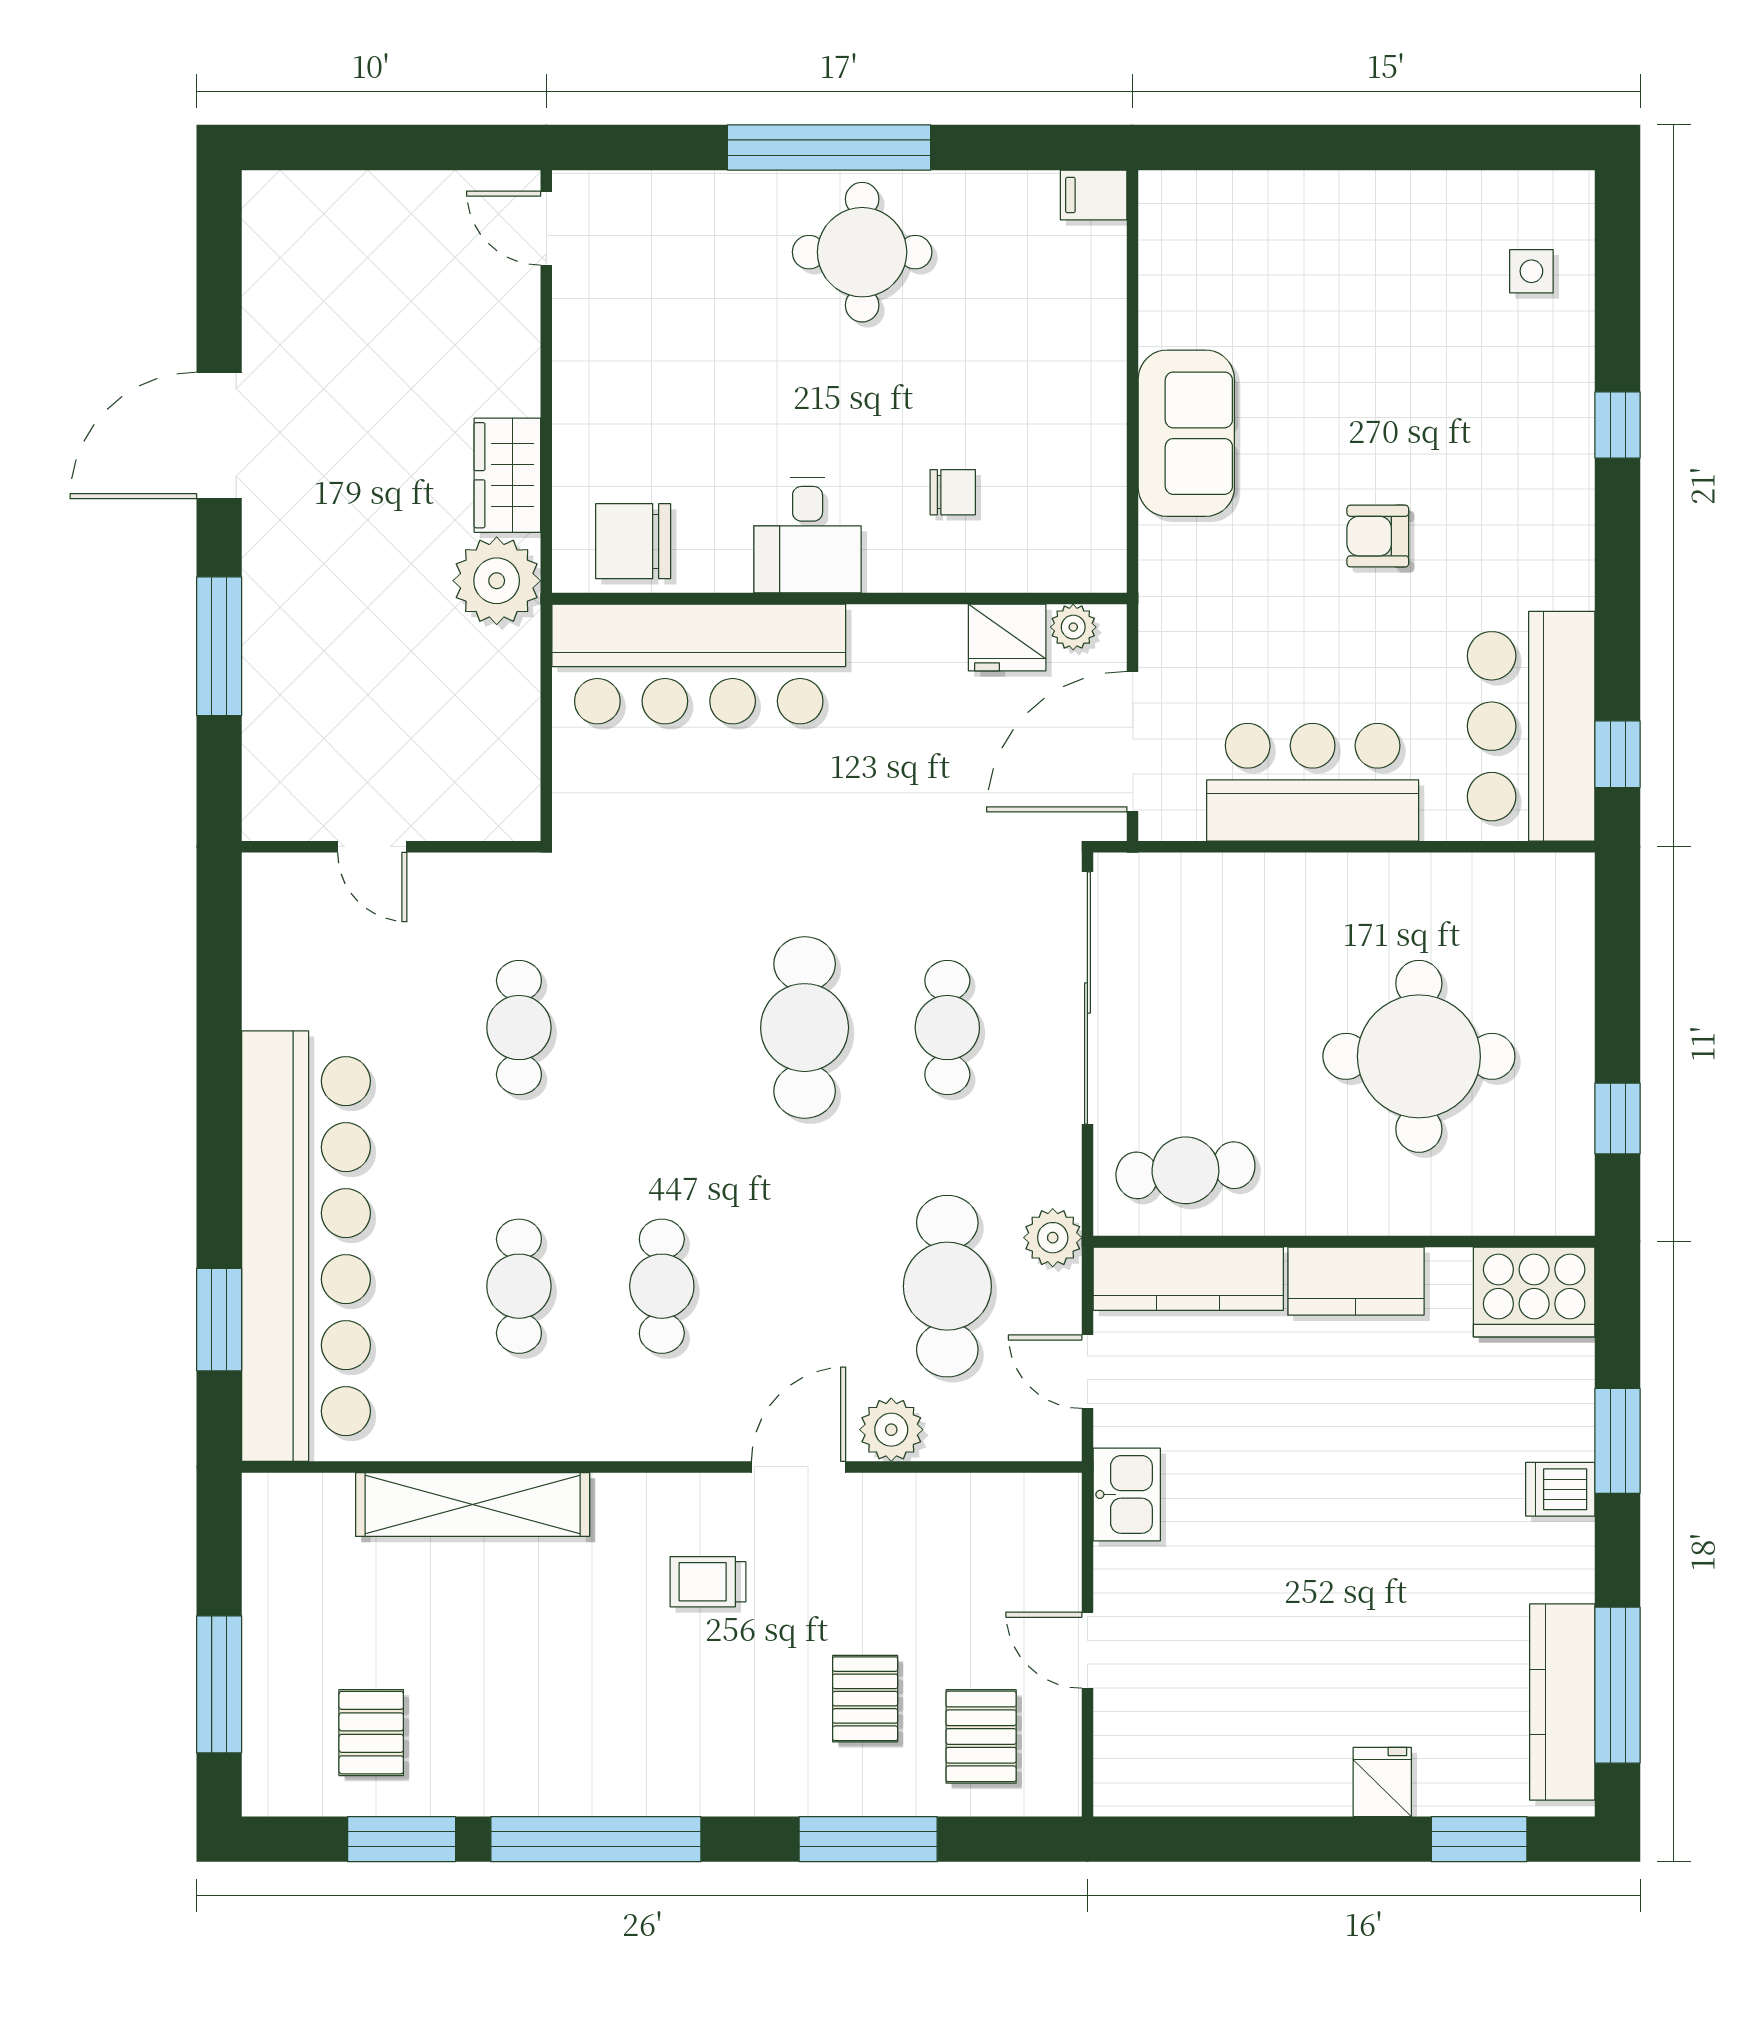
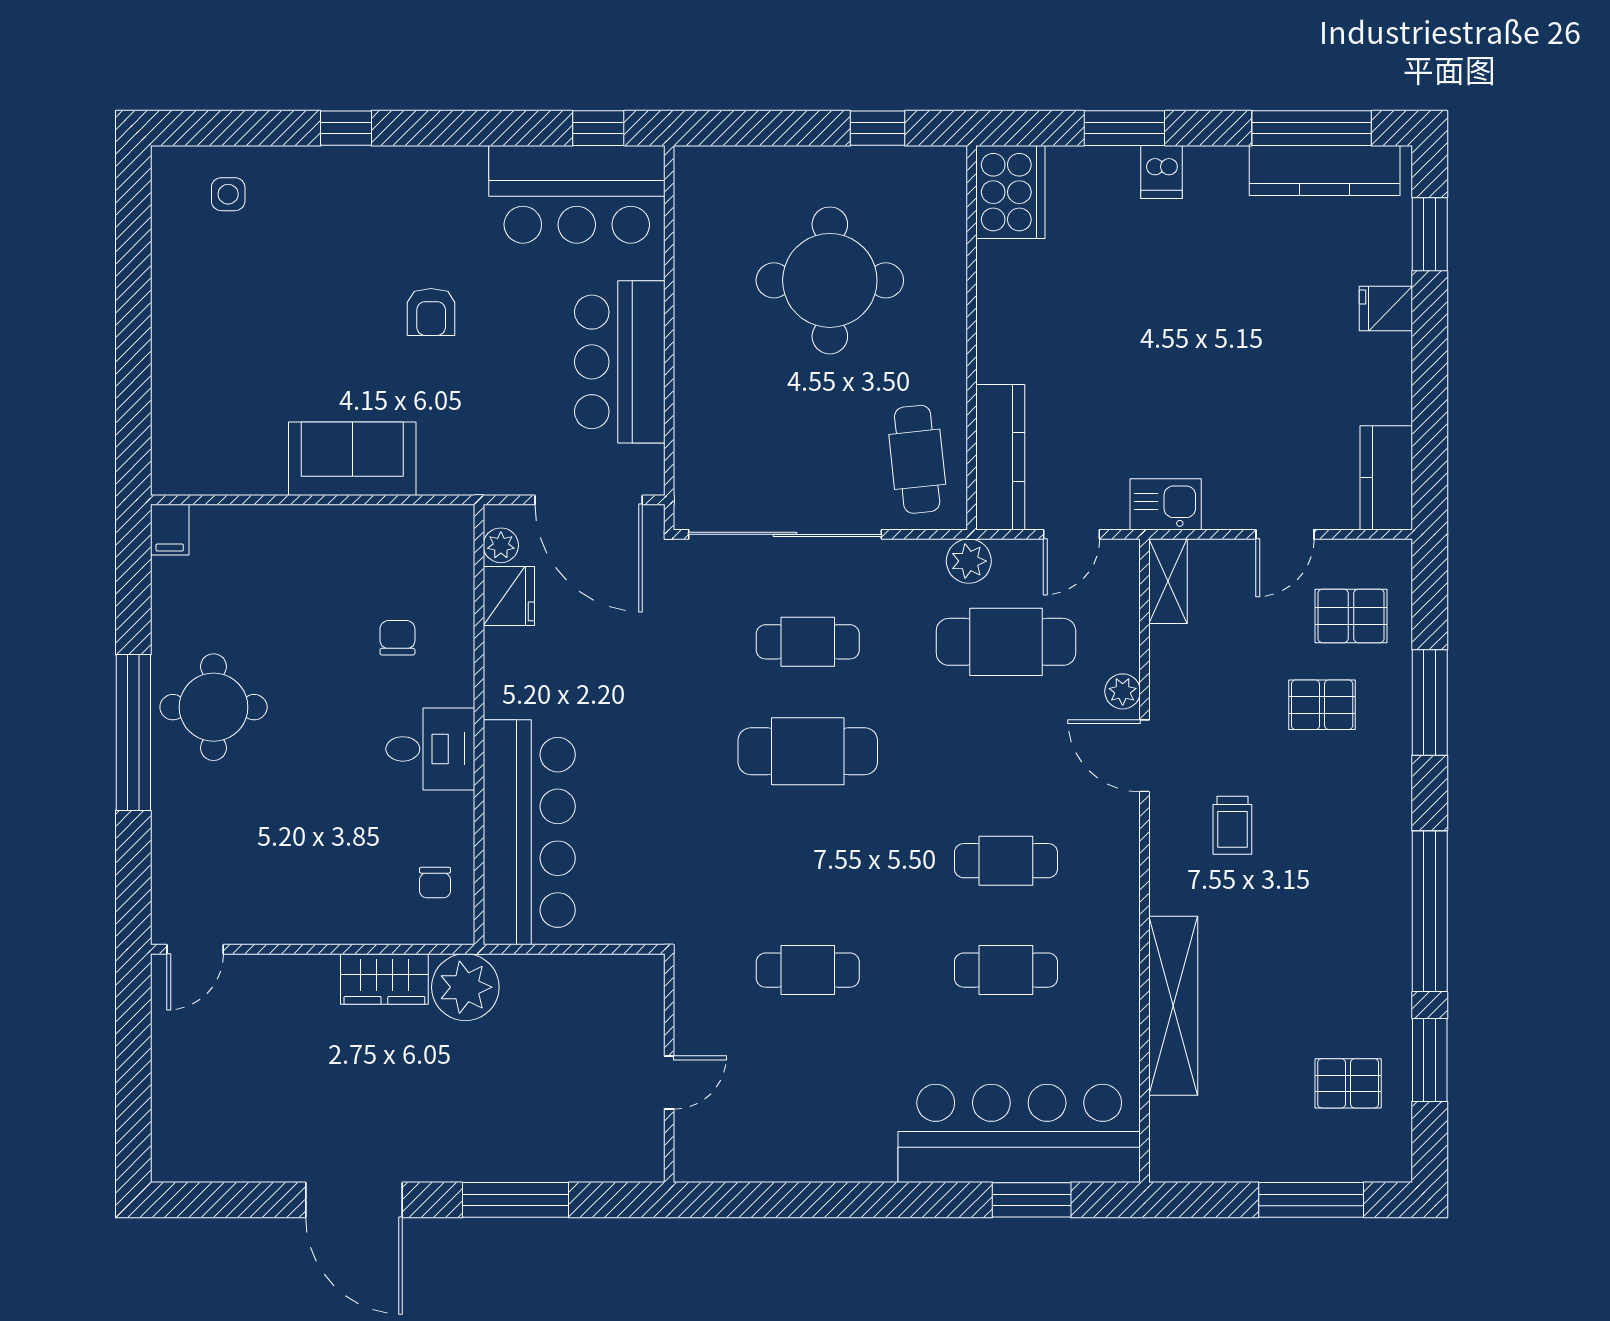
chair: (633, 541) -> (435, 883), width x0.54, depth x0.54
bar counter: (306, 1246) -> (1019, 1133), width x0.73
kitchen counter: (1356, 1281) -> (1386, 478), moved, turned 180
plant: (891, 1430) -> (1123, 691), width x0.73, depth x0.73
shelving: (1027, 1498) -> (1168, 581), added

